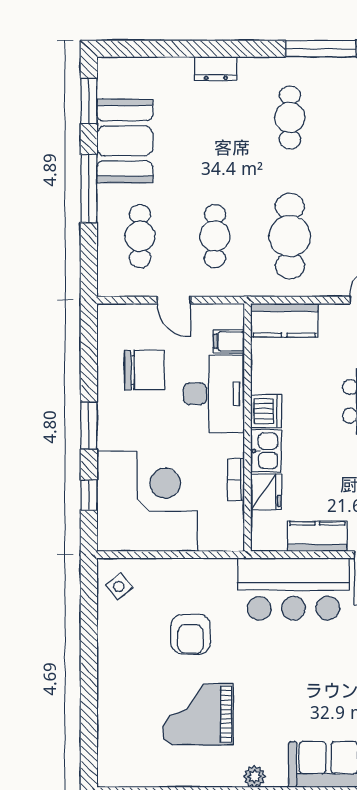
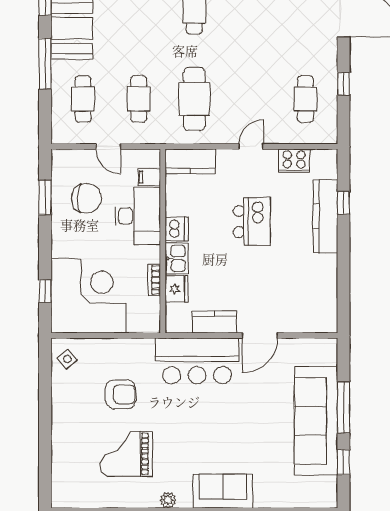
window: (89, 426) -> (45, 197), moved
armchair: (191, 634) -> (121, 394), turned -90

